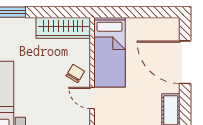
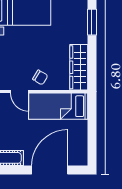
door: (92, 98) -> (20, 92), swing flipped

